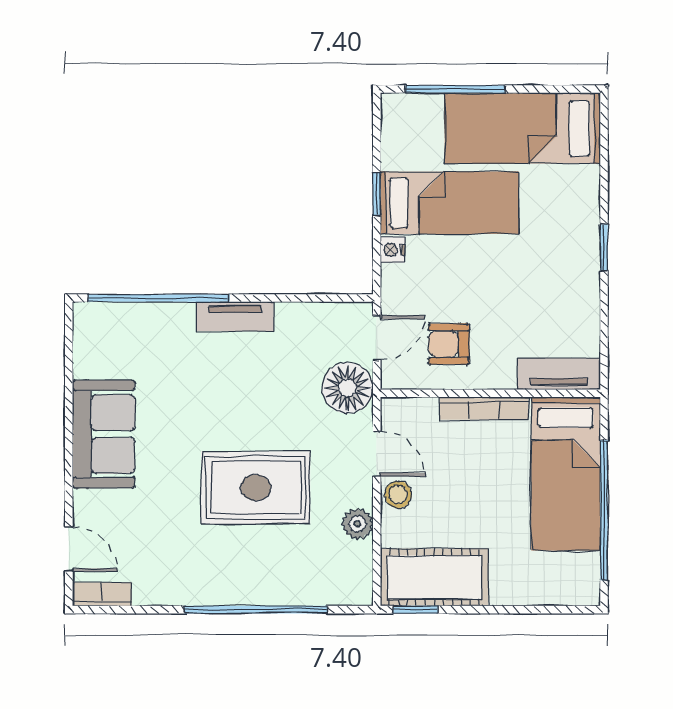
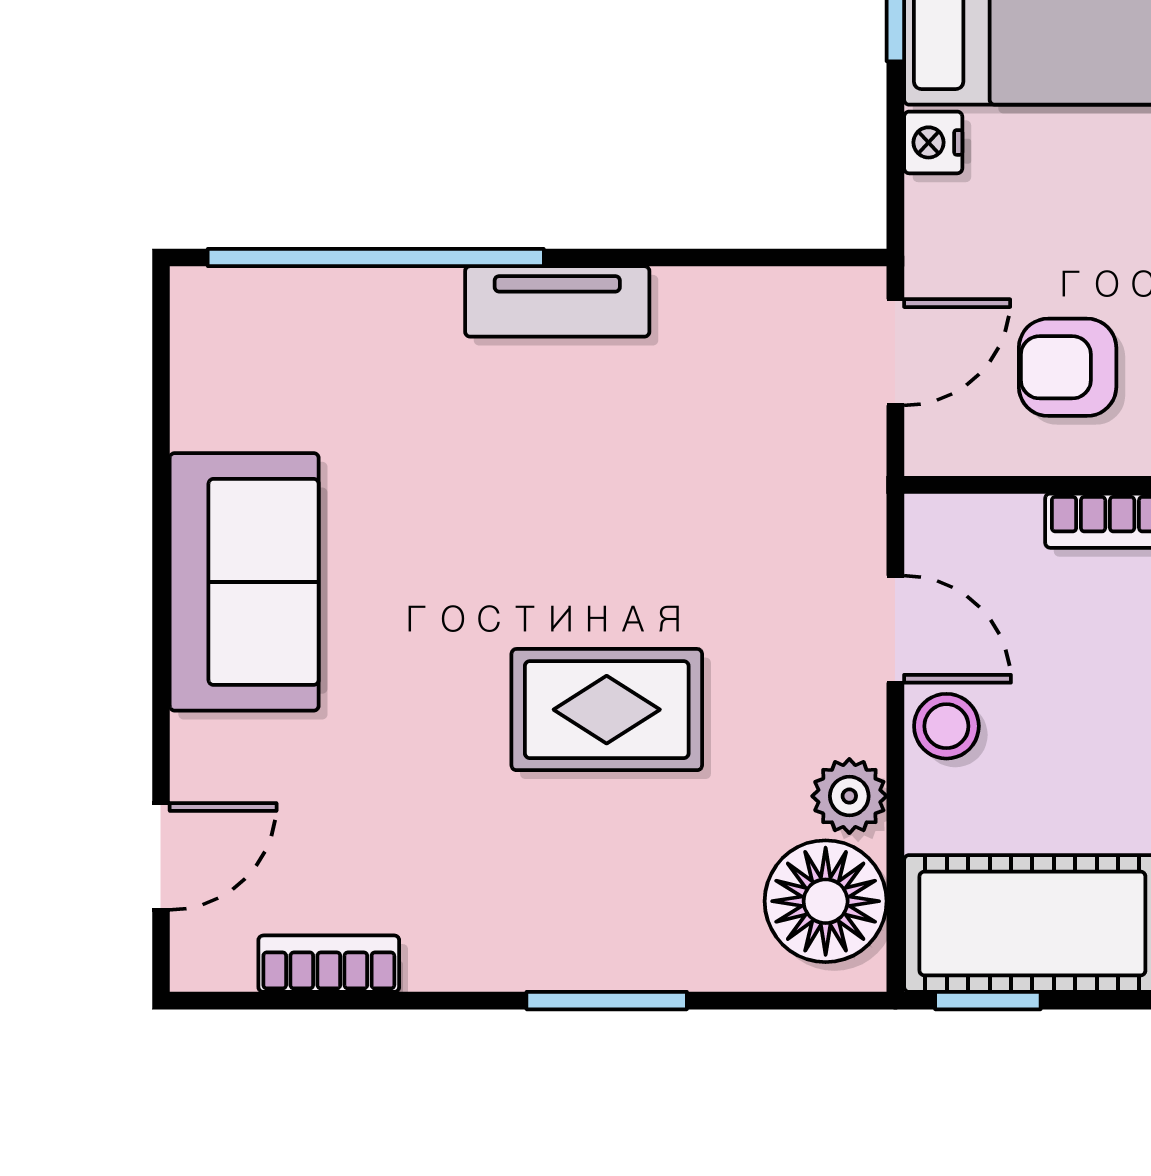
floor lamp: (347, 388) -> (826, 901), moved
rug: (256, 488) -> (607, 710), width x0.73, depth x0.70
door: (69, 549) -> (161, 856), hinge flipped
bookcase: (102, 594) -> (329, 964), moved
window: (256, 610) -> (607, 1001), width x0.47

